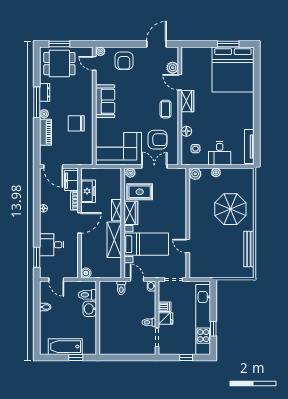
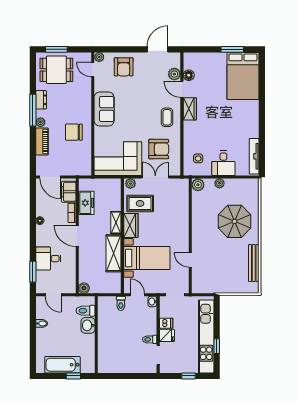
bed: (233, 70) -> (243, 76), width x0.73
floor lamp: (186, 131) -> (189, 75), moved
door: (79, 223) -> (77, 236), swing flipped

